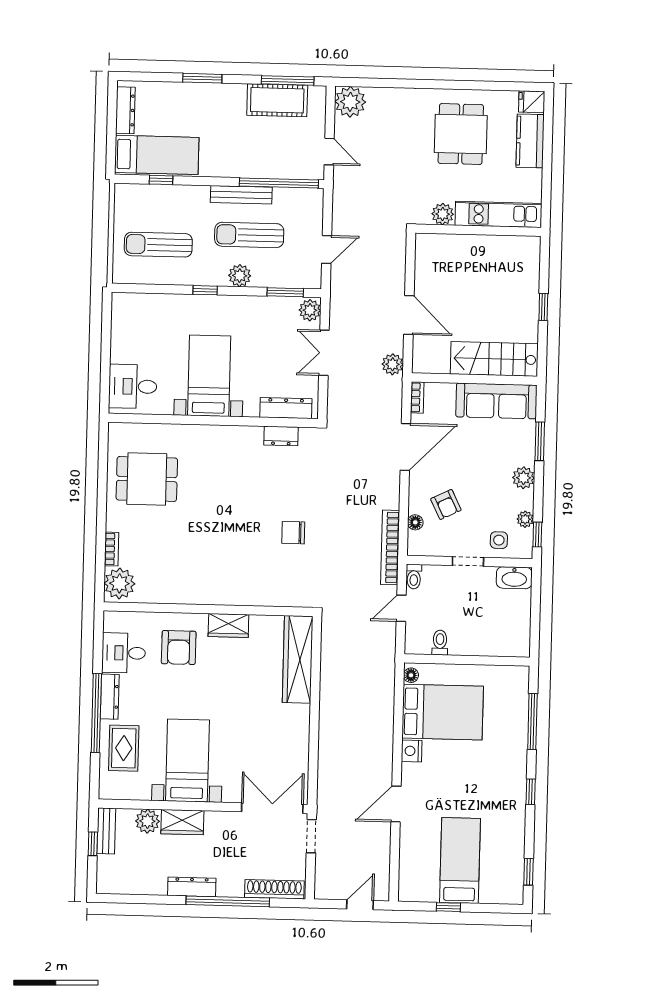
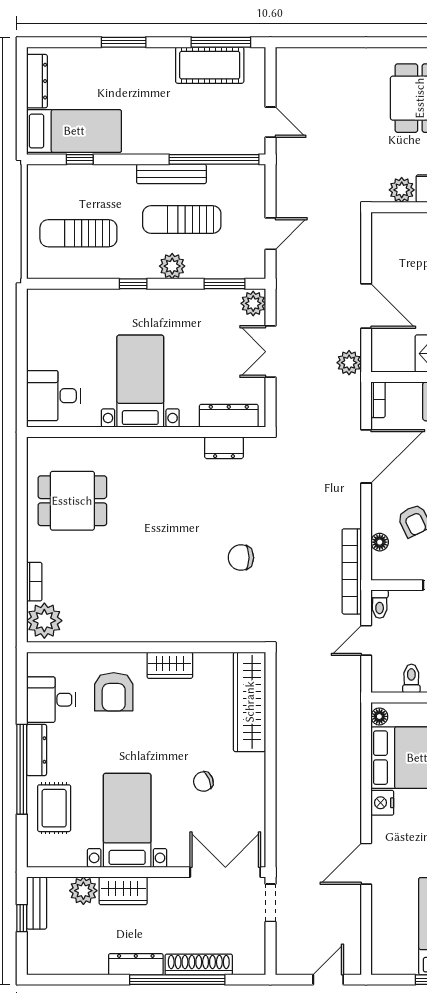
plant: (350, 102) -> (293, 65), removed
chair: (255, 728) -> (203, 782), added
shoe rack: (274, 889) -> (199, 964), moved

